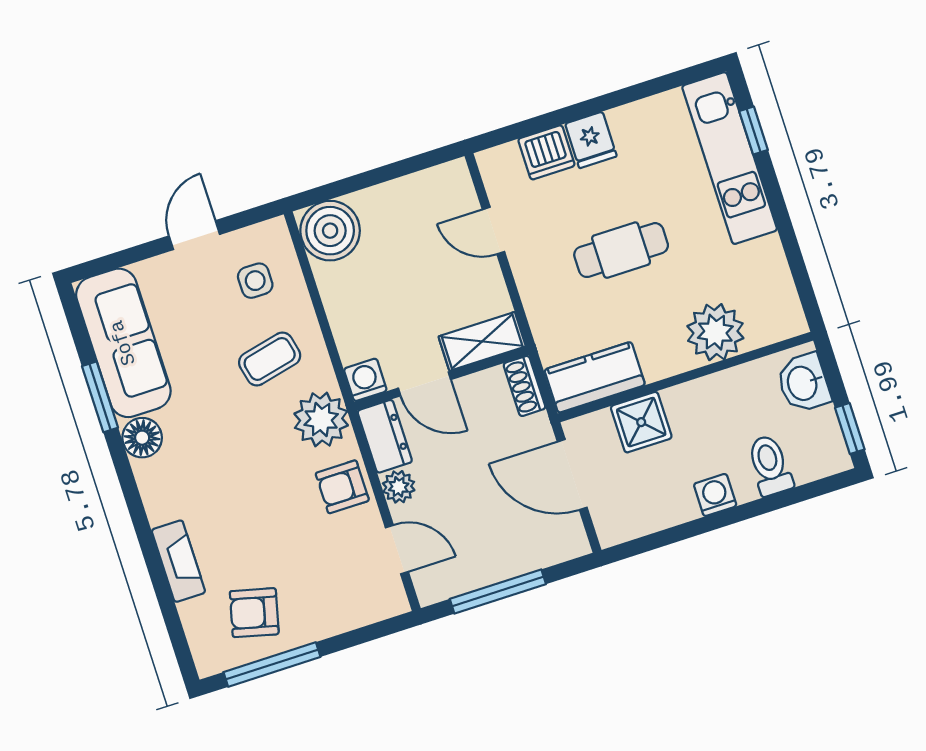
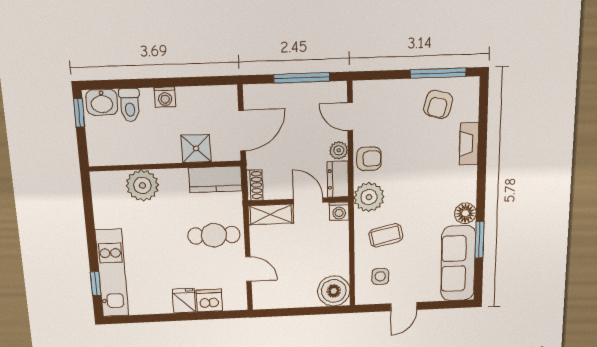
cafe table: (621, 250) -> (214, 235), moved
washbasin: (803, 383) -> (102, 102), moved, turned 90
door: (572, 475) -> (242, 131), hinge flipped
armchair: (254, 613) -> (438, 104), turned 91

